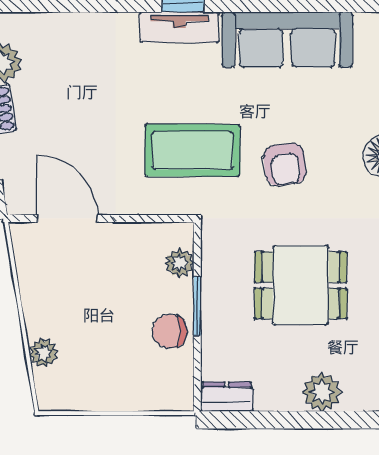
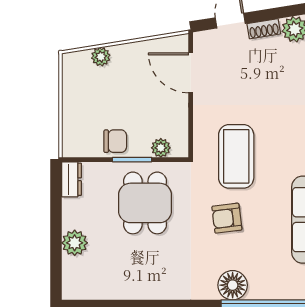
door: (68, 218) -> (191, 73), swing flipped
dining table: (301, 285) -> (145, 203), moved
chair: (170, 331) -> (115, 141), turned 90

